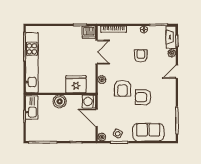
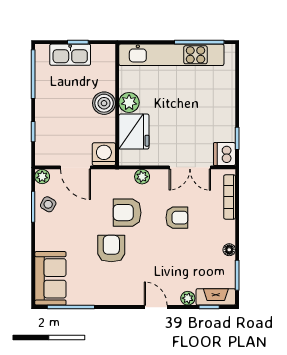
armchair: (141, 56) -> (177, 218), moved
plant: (59, 87) -> (129, 102), added
kitchen sink: (32, 108) -> (70, 55), moved
door: (97, 118) -> (76, 167), swing flipped
sofa: (148, 132) -> (50, 278), moved

